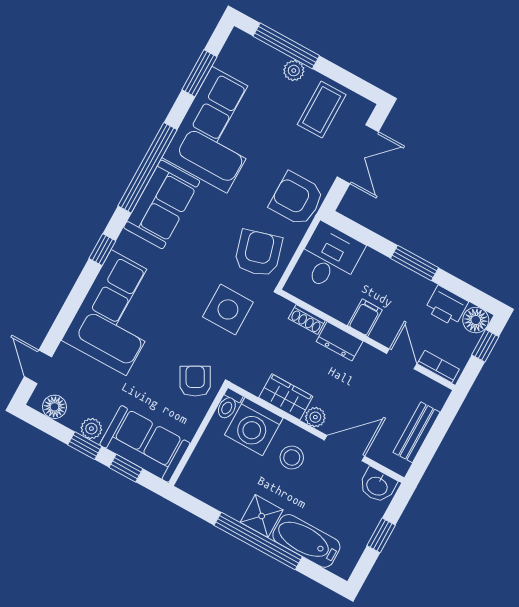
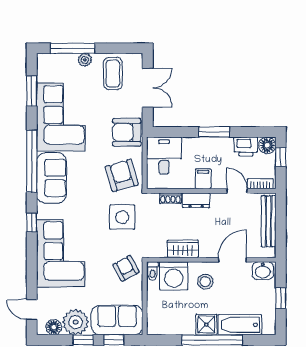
plant: (315, 417) -> (206, 251), removed
plant: (91, 429) -> (76, 322), width x1.87, depth x1.87
bench: (417, 432) -> (269, 221), width x1.36

